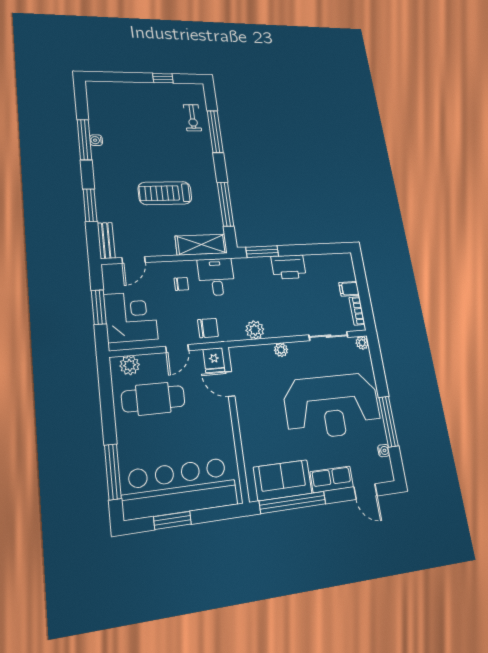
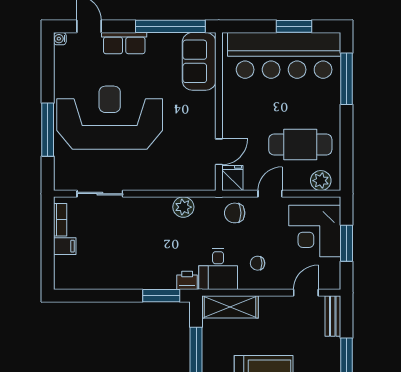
printer: (289, 267) -> (187, 280), moved, width x0.53, depth x0.68
plant: (362, 343) -> (61, 183), removed
plant: (281, 350) -> (157, 183), removed
door: (230, 384) -> (219, 152), hinge flipped
window: (389, 422) -> (48, 130), moved
water cooler: (384, 451) -> (60, 39), moved
sofa: (283, 480) -> (199, 61), moved, turned 90

